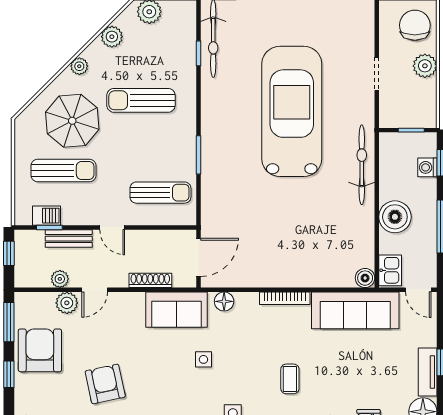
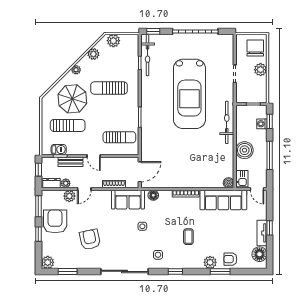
car: (292, 111) -> (189, 94), turned 180
dresser: (33, 279) -> (52, 183), added

